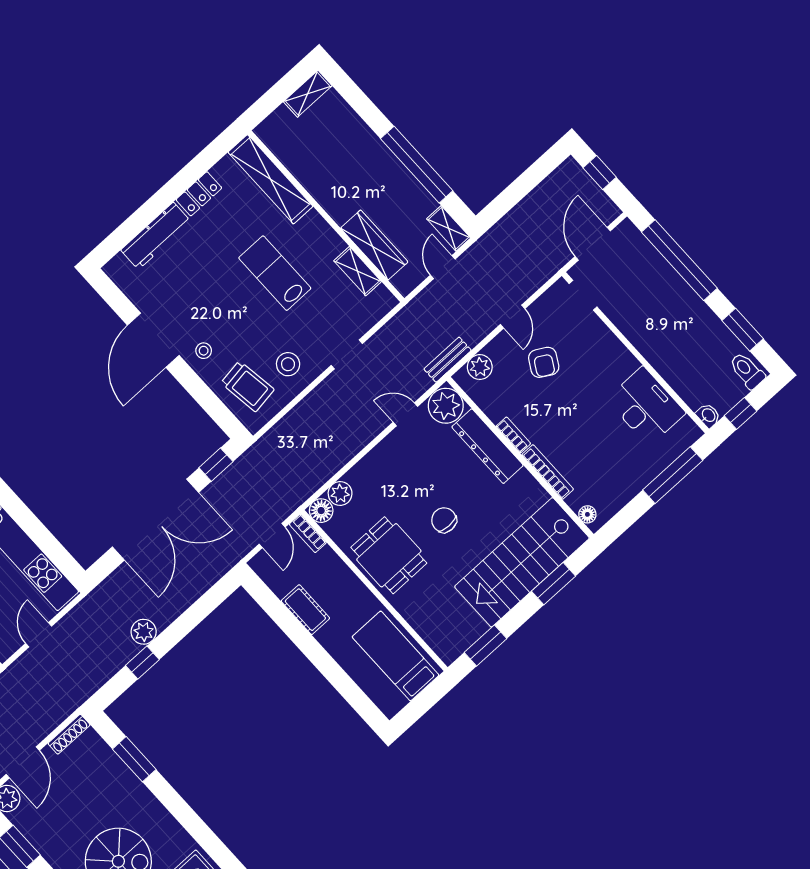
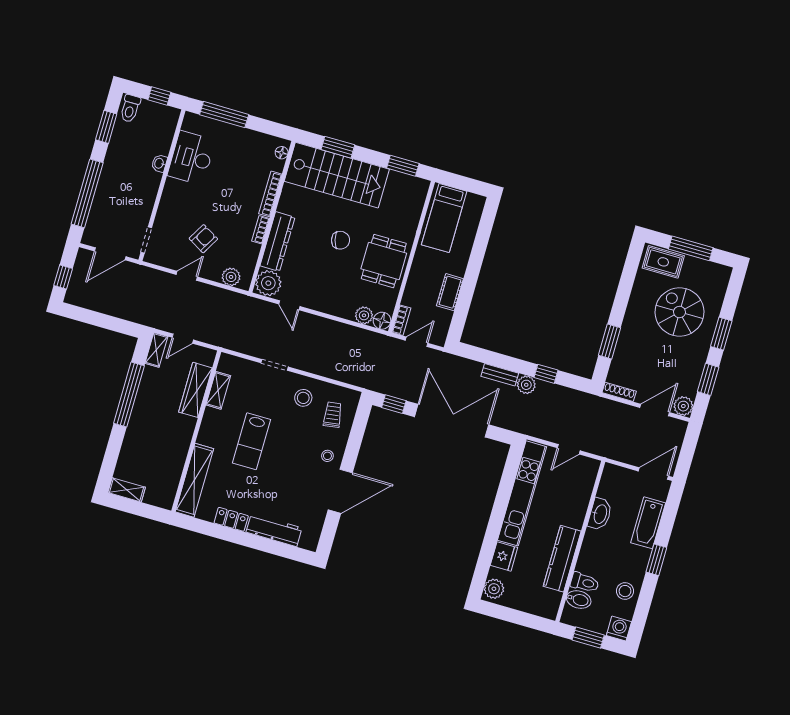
bench: (448, 360) -> (500, 375), moved
trolley: (247, 386) -> (333, 415), width x0.73, depth x0.72
washbasin: (708, 415) -> (159, 163), moved
chair: (444, 520) -> (340, 240), turned -105

